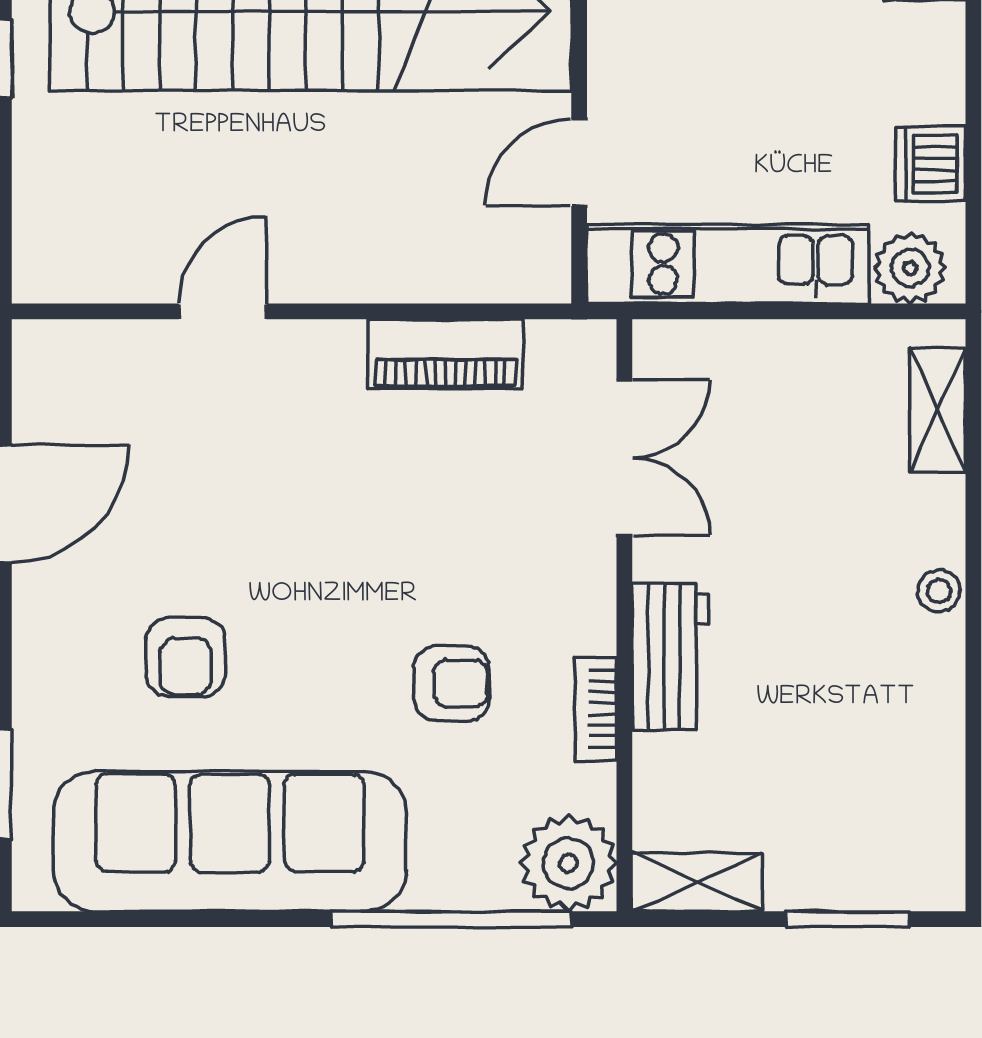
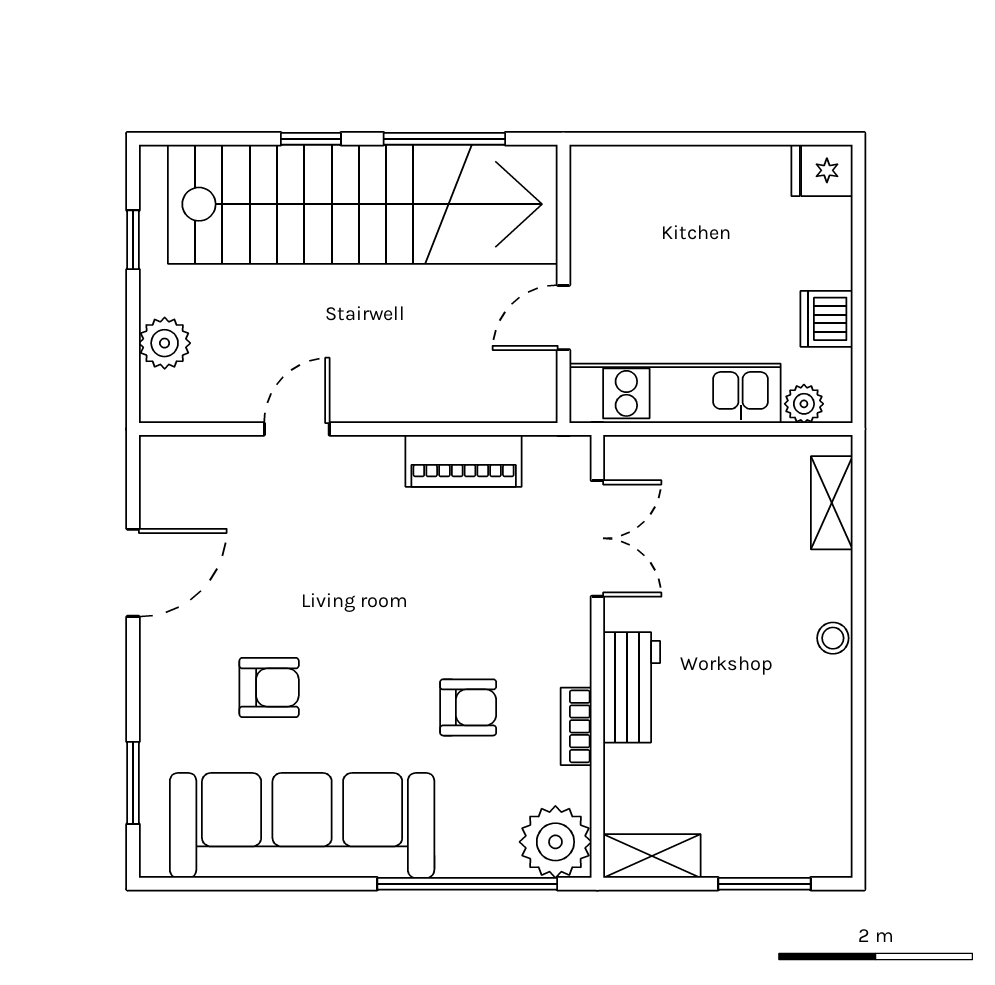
plant: (46, 197) -> (165, 343), added
plant: (910, 268) -> (804, 404), width x0.73, depth x0.73
armchair: (186, 657) -> (269, 687), turned -90

